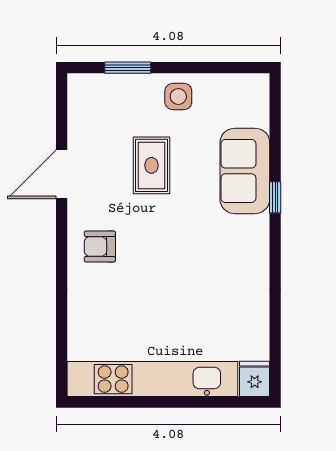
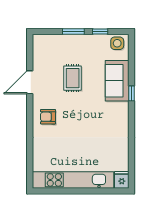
window: (128, 68) -> (73, 31), moved
window: (209, 68) -> (100, 31), added
side table: (178, 97) -> (117, 43), moved

